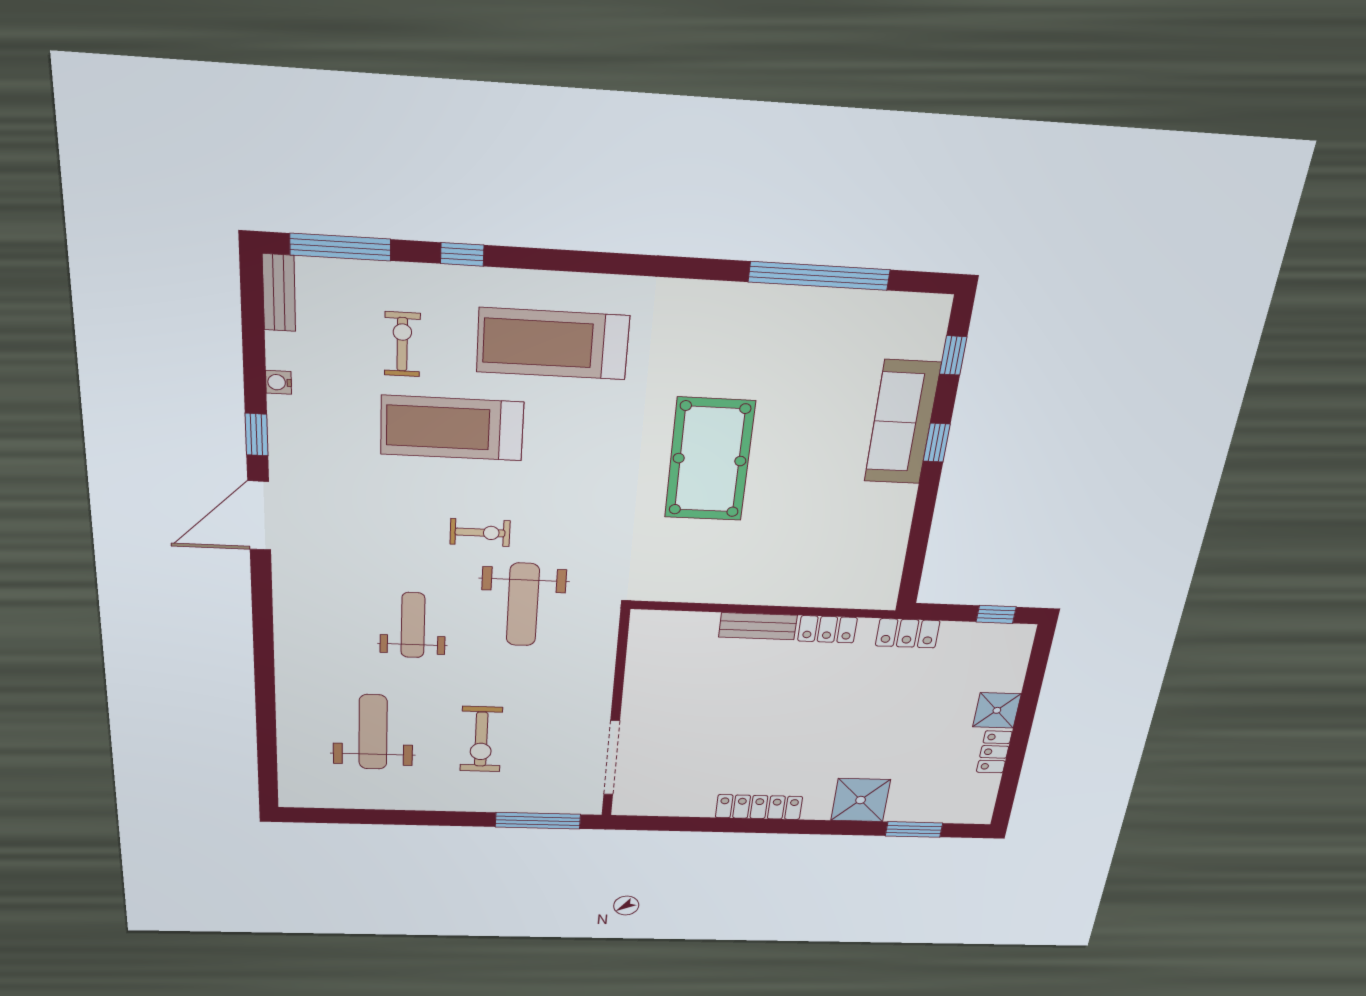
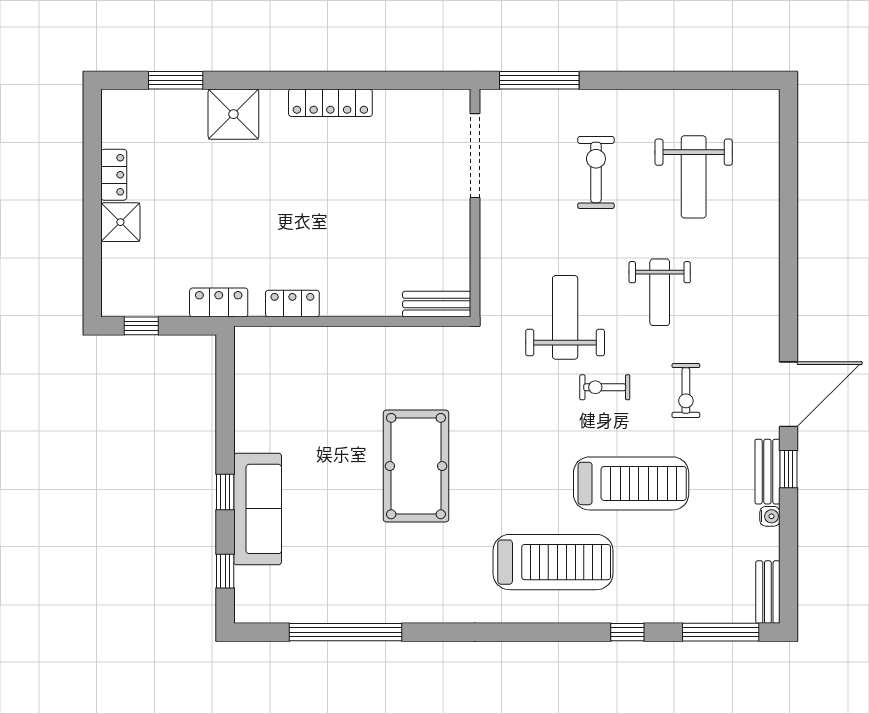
exercise bike: (402, 344) -> (686, 391), moved
bench: (283, 433) -> (767, 472), added
bench: (758, 626) -> (437, 304), moved

